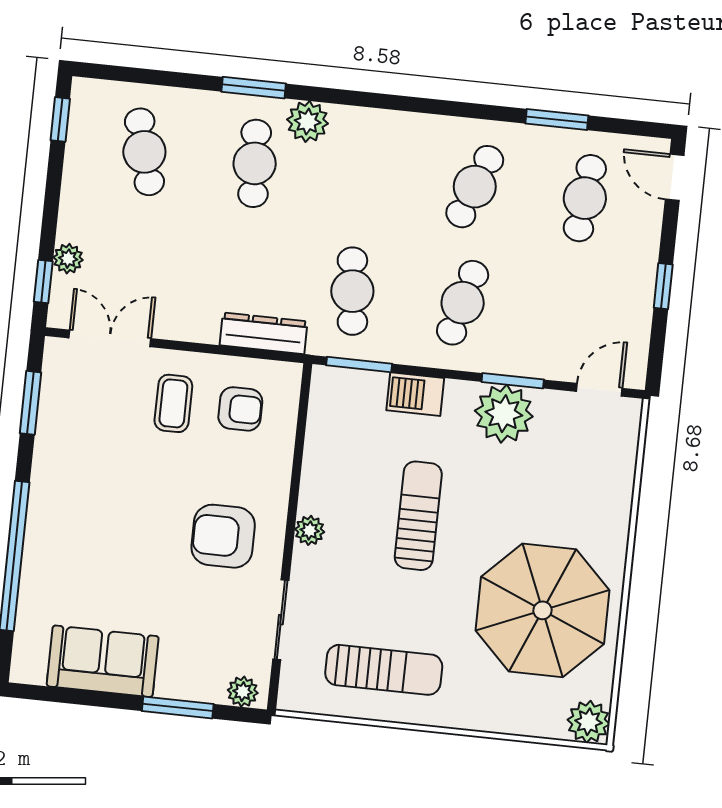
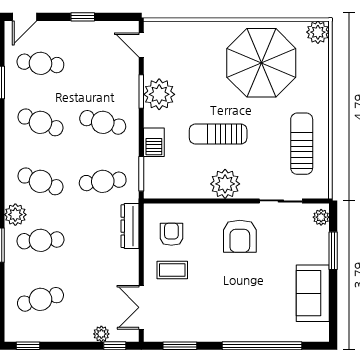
cafe table: (365, 175) -> (40, 181), added
plant: (310, 530) -> (225, 184), width x1.88, depth x1.88

